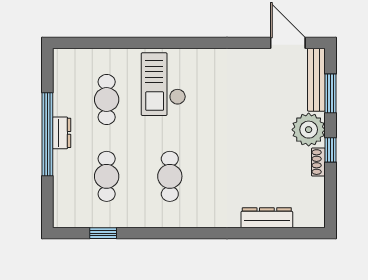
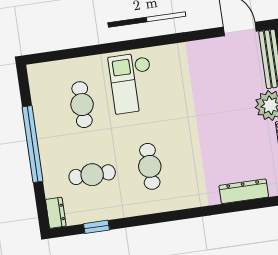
dresser: (62, 133) -> (56, 213), moved
cafe table: (107, 176) -> (92, 175), turned 90

